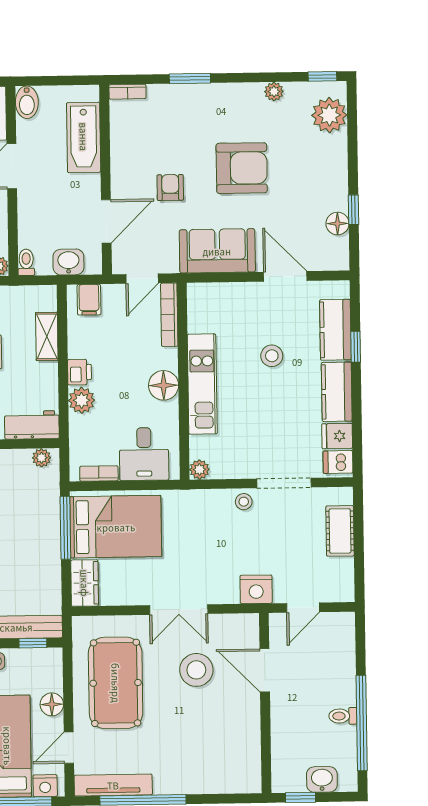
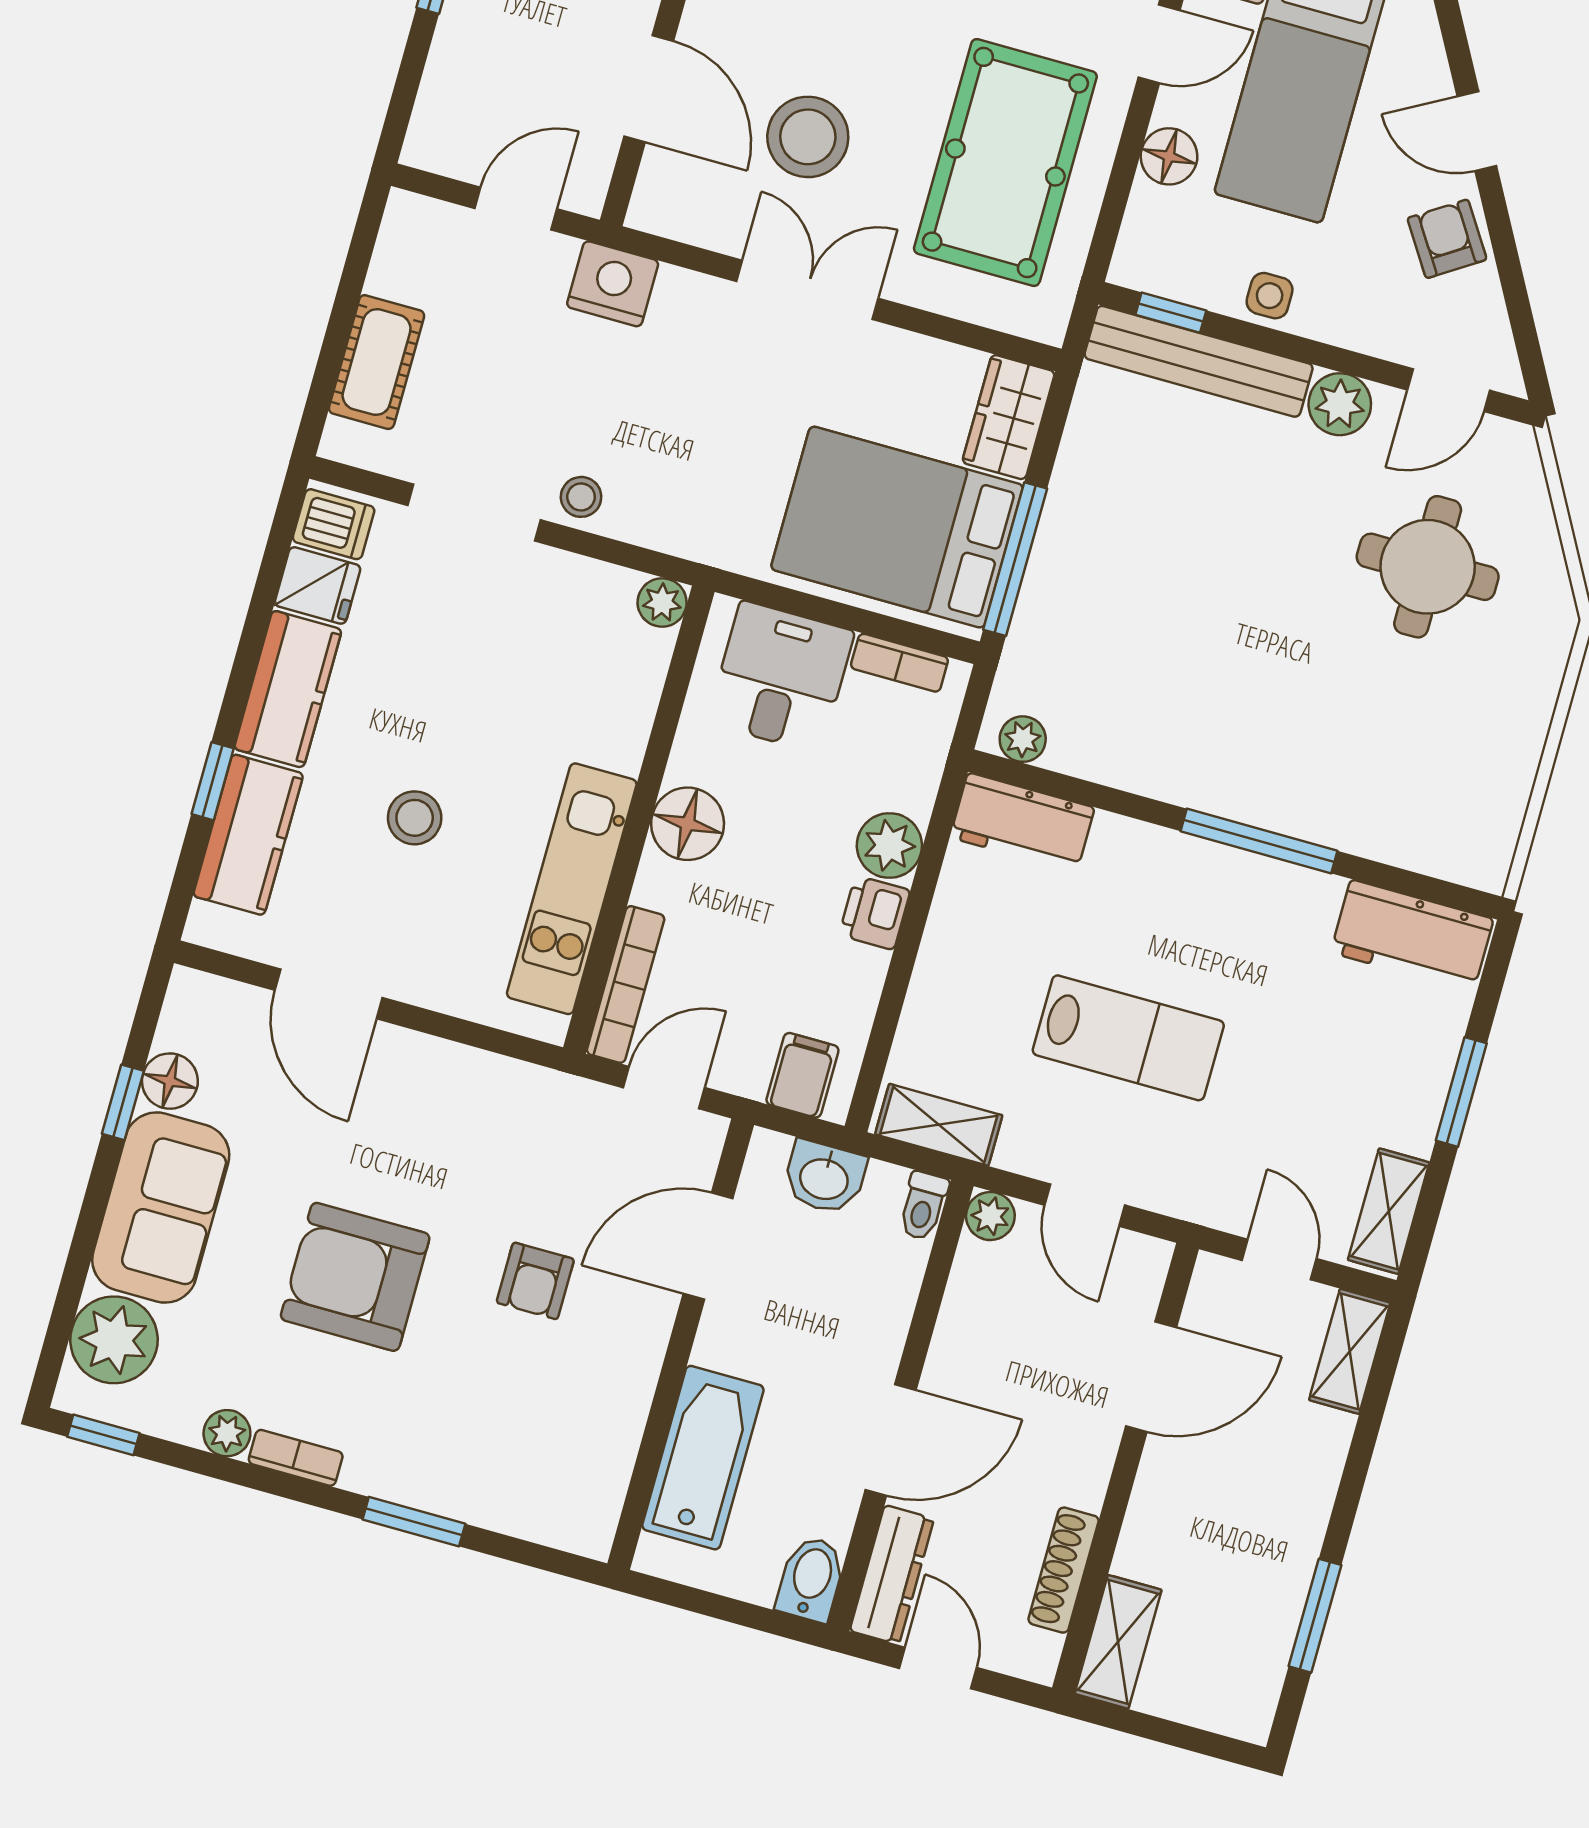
bookcase: (127, 92) -> (296, 1458), moved
sofa: (217, 251) -> (161, 1208), moved, turned -90
shelving: (47, 336) -> (939, 1125), moved, turned 90
kitchen unit: (202, 384) -> (572, 889), moved

